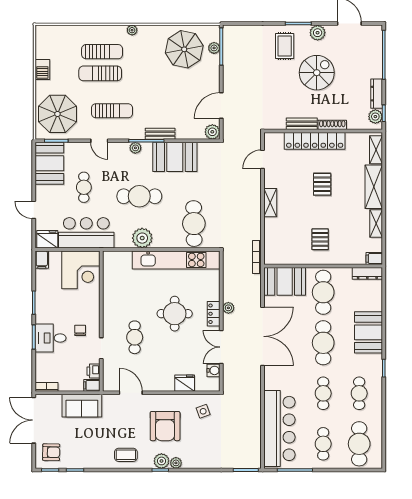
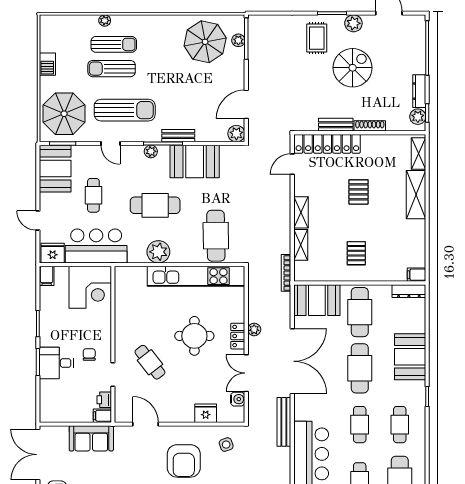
plant: (132, 30) -> (105, 20), moved
sun lounger: (112, 111) -> (125, 110), width x1.36, depth x1.34
locker: (315, 141) -> (327, 144), moved
shelving: (376, 224) -> (301, 245), moved
cafe table: (135, 337) -> (150, 362), turned -38
bookcase: (47, 387) -> (52, 417), removed
bench: (255, 391) -> (284, 422), added

